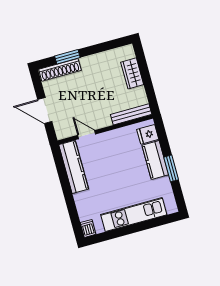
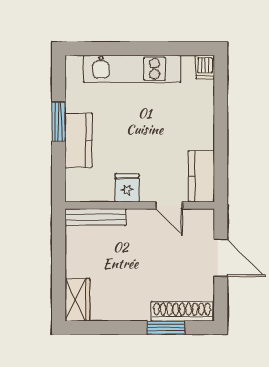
wardrobe: (132, 73) -> (77, 300), moved
fridge: (148, 134) -> (127, 188), moved, turned -90
kitchen counter: (74, 167) -> (201, 176), width x0.67

